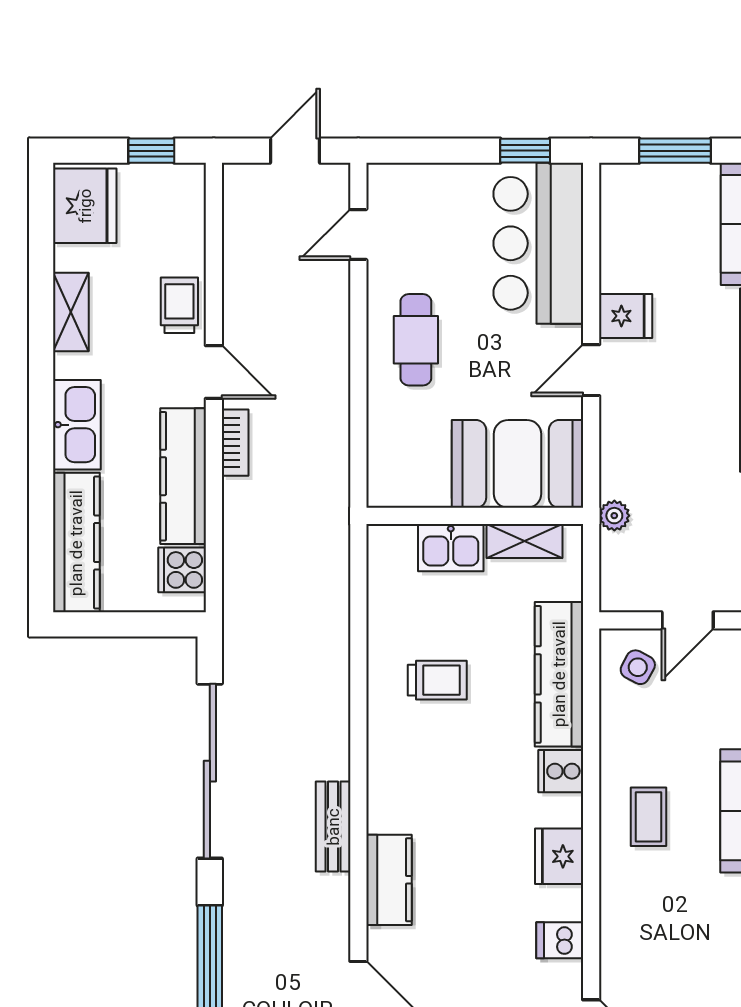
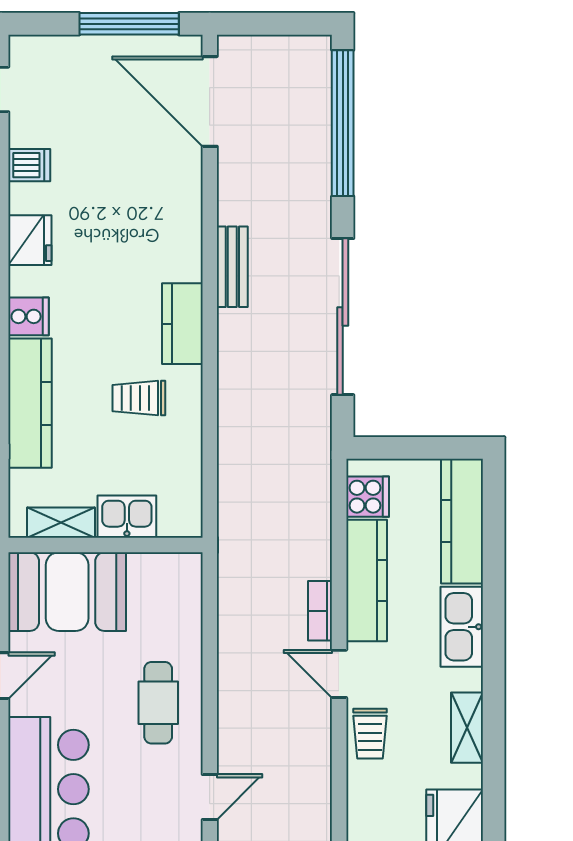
kitchen counter: (389, 880) -> (182, 324), moved

